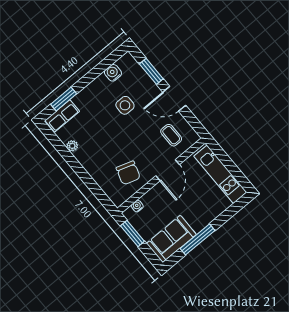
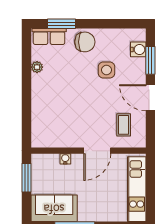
water cooler: (113, 73) -> (138, 49), moved, turned 90
chair: (128, 173) -> (85, 42), moved, turned -108
water cooler: (137, 206) -> (65, 159), moved

